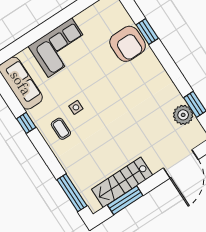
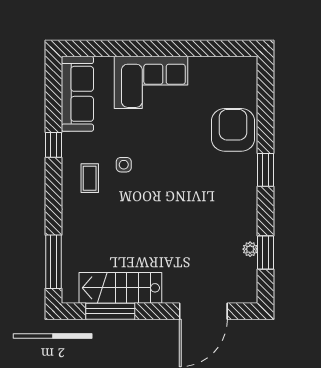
window: (147, 31) -> (265, 170), moved
armchair: (128, 44) -> (233, 130), turned 180
plant: (183, 115) -> (250, 249), width x0.53, depth x0.53

